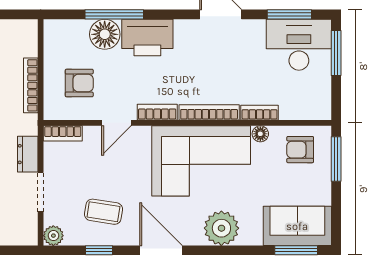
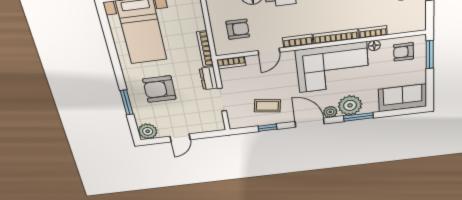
bookcase: (31, 85) -> (205, 49), moved
plant: (53, 236) -> (330, 112), moved
window: (296, 250) -> (358, 117), moved

